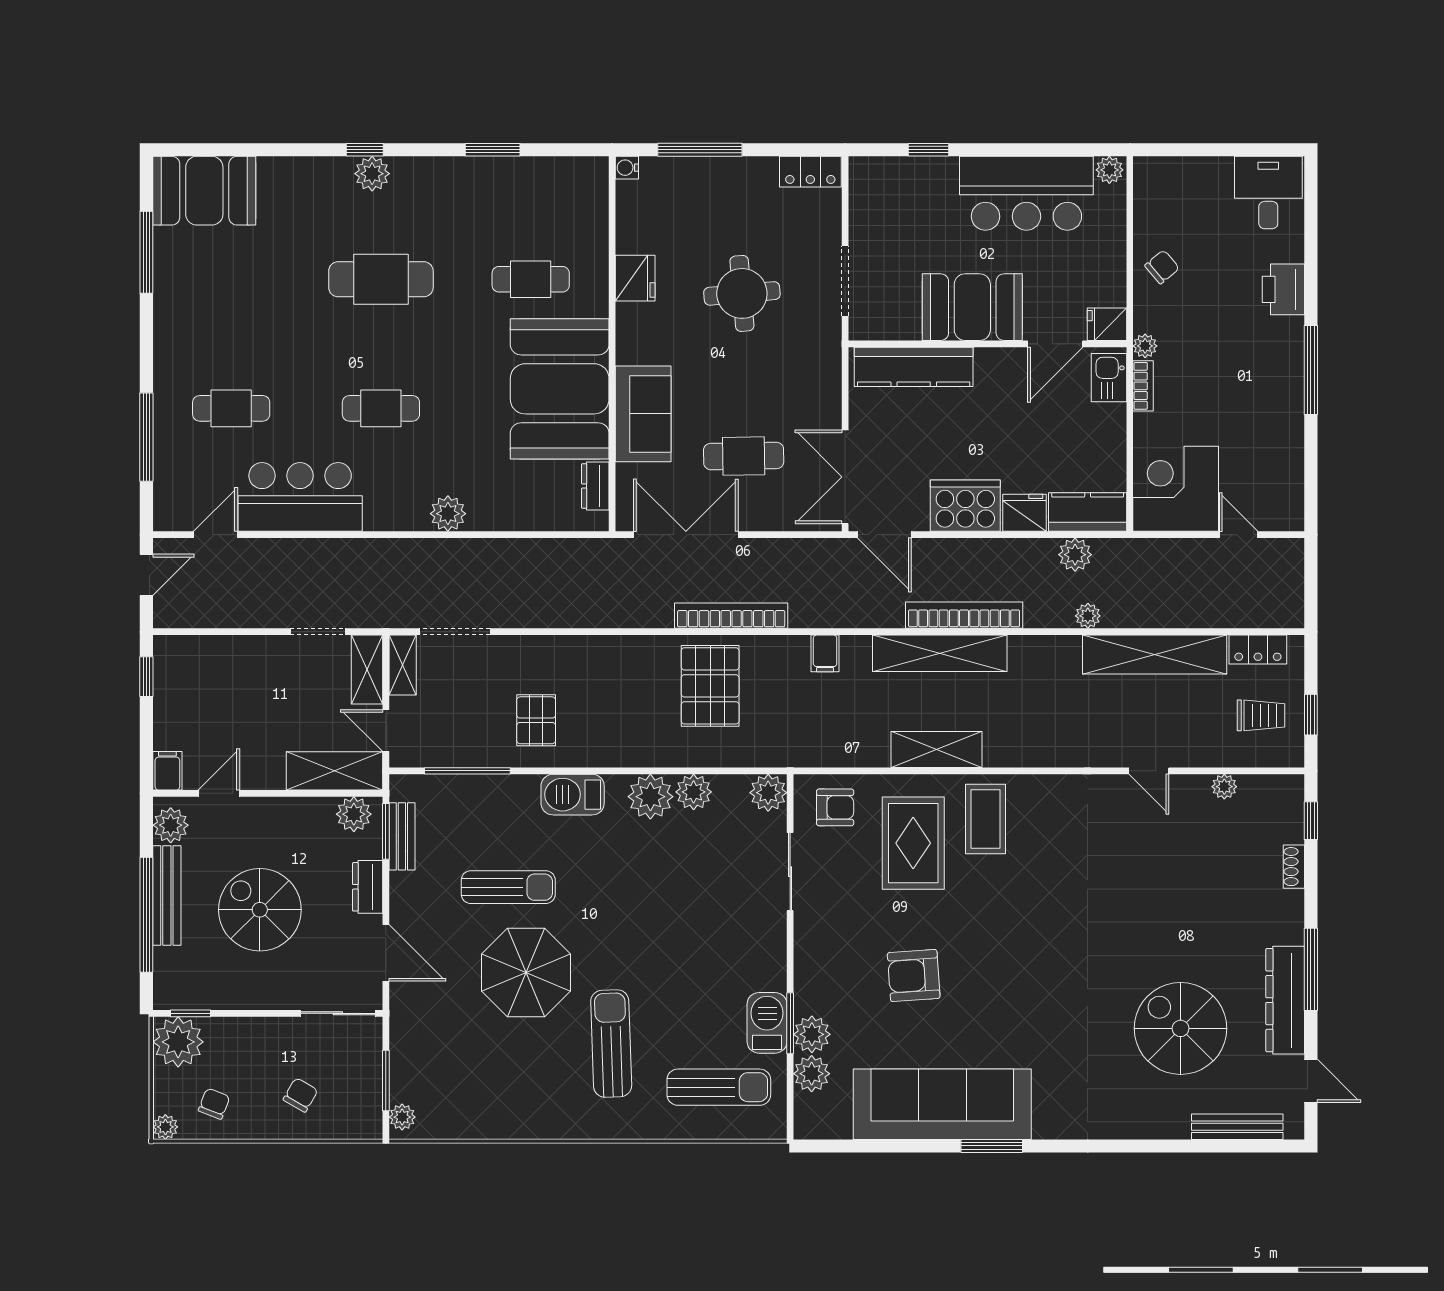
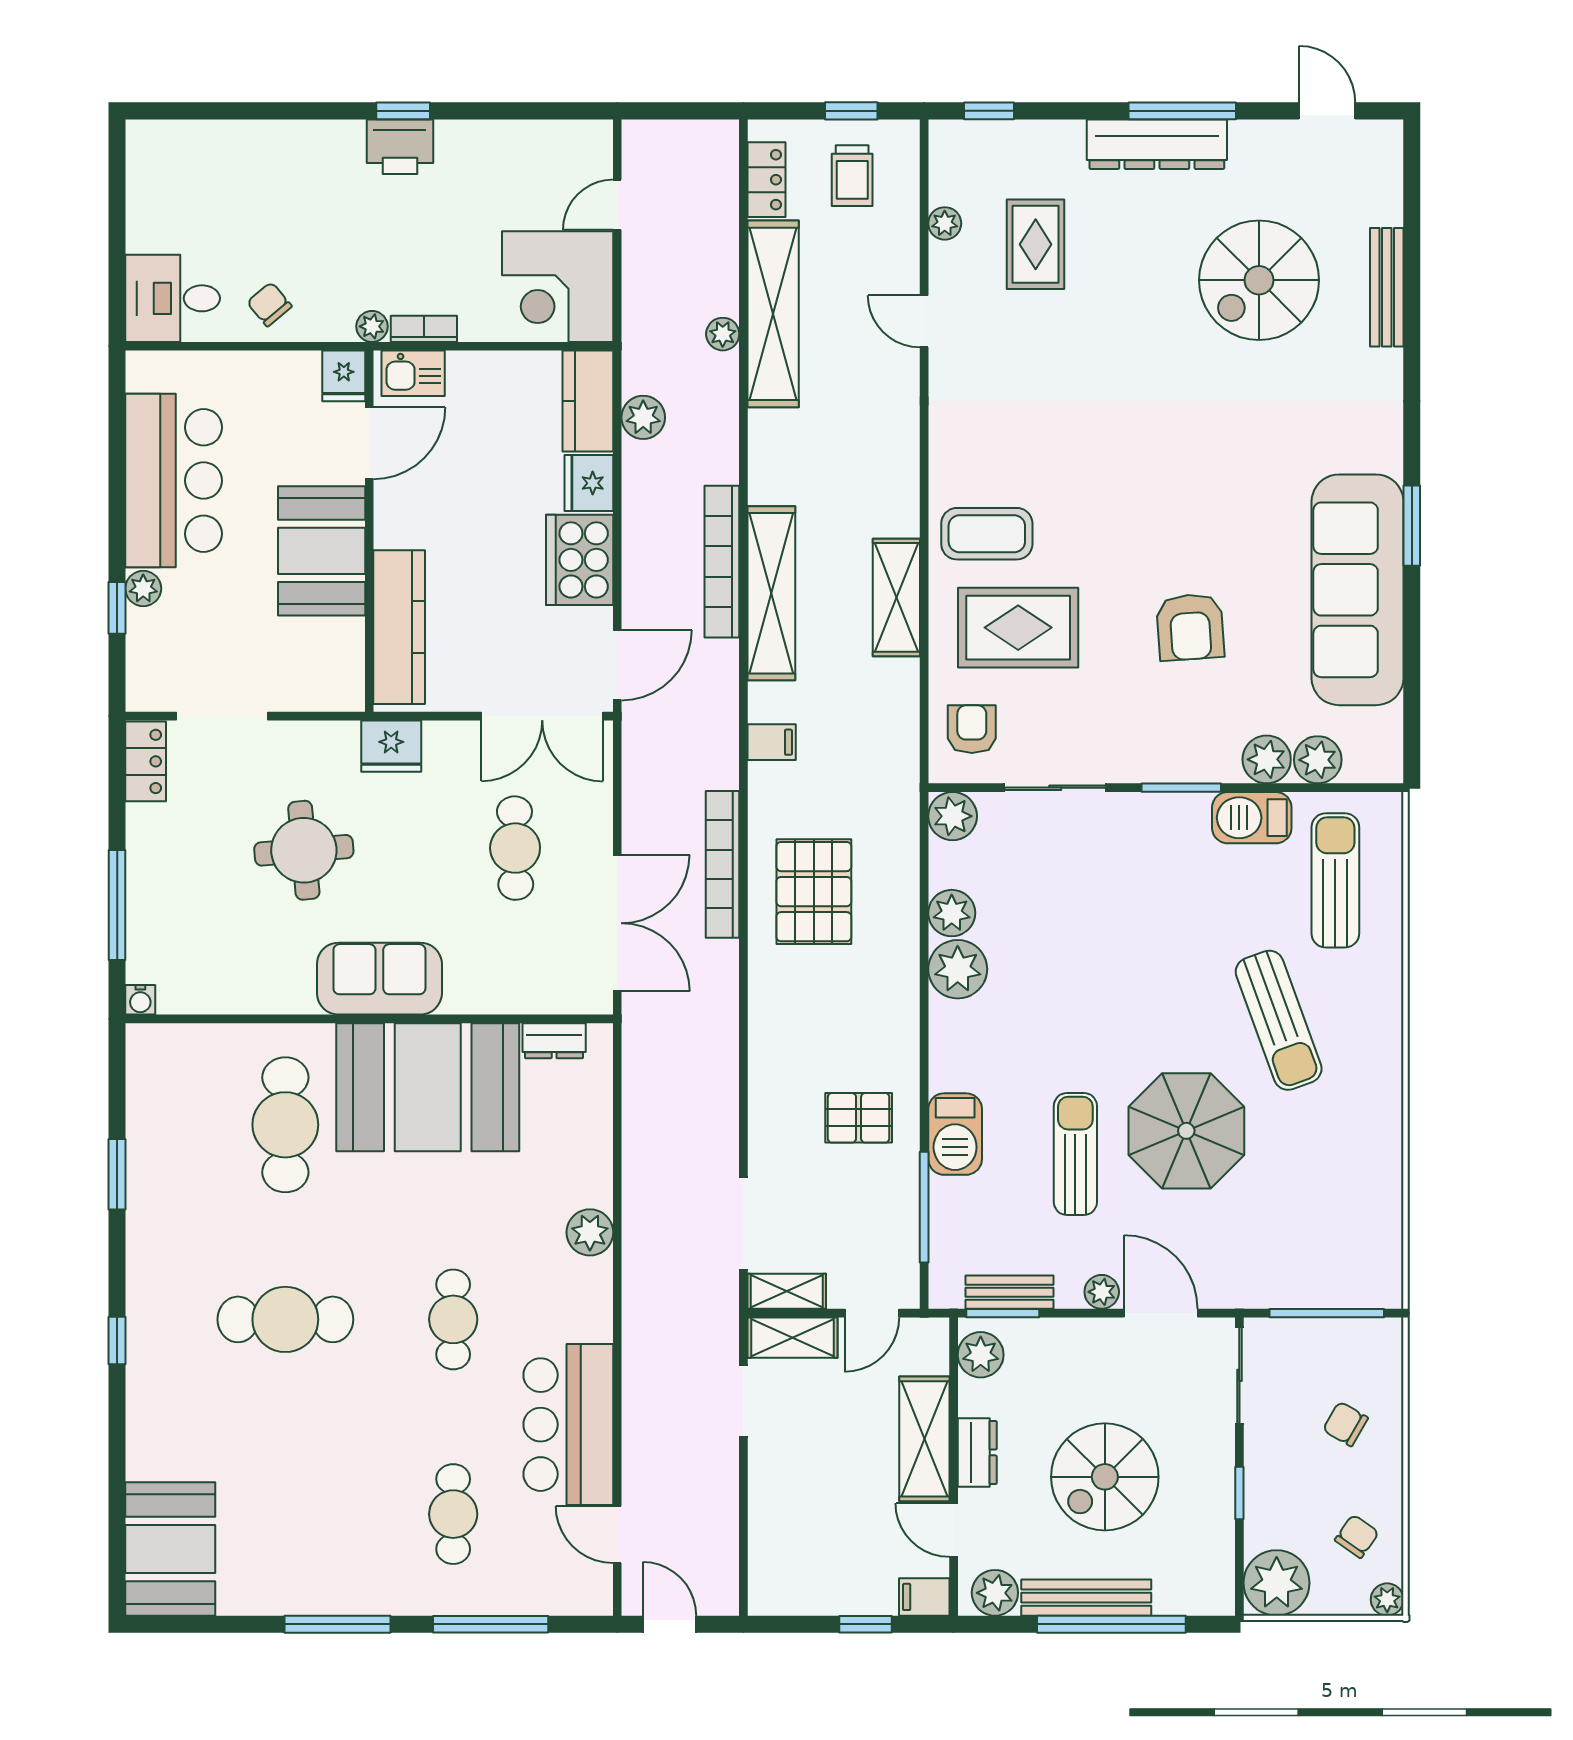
plant: (1109, 170) -> (143, 588), moved
plant: (372, 174) -> (148, 1331), removed
desk: (1268, 193) -> (173, 298), moved
window: (146, 252) -> (338, 1624), moved
fridge: (635, 278) -> (391, 746), moved, turned 180
cafe table: (381, 279) -> (285, 1319), turned 90
cafe table: (531, 279) -> (285, 1125), width x1.37, depth x1.35
doorway: (845, 281) -> (222, 716), moved
printer: (1283, 289) -> (400, 147), moved
door: (1055, 344) -> (369, 443), hinge flipped
window: (1311, 370) -> (403, 111), width x0.46
sofa: (643, 414) -> (379, 979), moved
double door: (686, 535) -> (617, 923), swing flipped
plant: (1088, 616) -> (723, 334), moved
window: (146, 677) -> (866, 1624), moved
pallet: (710, 686) -> (814, 892), turned 90
trolley: (1261, 715) -> (852, 176), turned 180
shelving: (334, 771) -> (924, 1439), moved
door: (1149, 771) -> (924, 321), swing flipped
barbecue: (573, 795) -> (955, 1134), moved
rug: (1208, 856) -> (1036, 244), added
shoe rack: (1294, 867) -> (1049, 133), removed
dresser: (368, 887) -> (977, 1452), moved, turned -90
door: (386, 953) -> (1161, 1313), hinge flipped
dresser: (1285, 1000) -> (1157, 144), moved
window: (191, 1013) -> (1239, 1493), moved
window: (790, 1023) -> (1181, 788), moved
sun lounger: (611, 1044) -> (1279, 1020), turned -108
window: (386, 1081) -> (1327, 1313), width x1.44
door: (1311, 1081) -> (1327, 111), hinge flipped
chair: (214, 1104) -> (1357, 1536), turned 104
plant: (402, 1117) -> (1102, 1292), moved
bench: (1237, 1127) -> (1387, 287), moved

